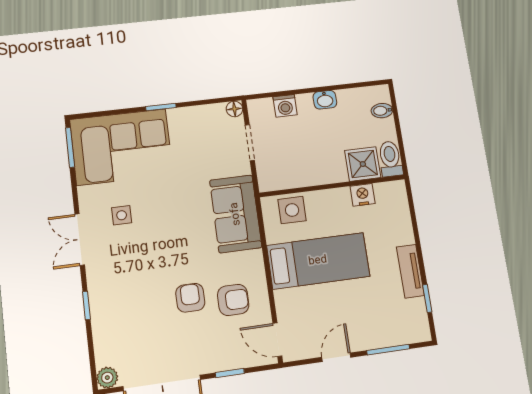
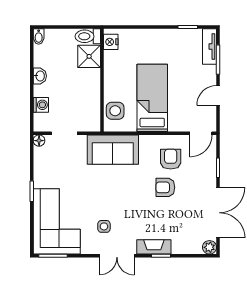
bidet: (382, 111) -> (39, 36), moved
nightstand: (363, 195) -> (111, 42), moved
tv unit: (410, 271) -> (210, 47), moved, turned 90
fireplace: (99, 293) -> (154, 247), added
door: (336, 357) -> (218, 95), hinge flipped

